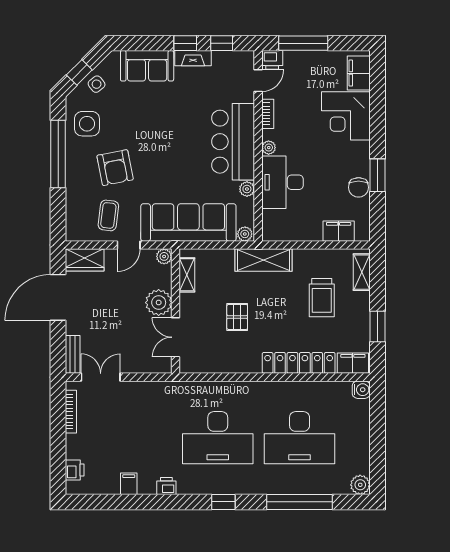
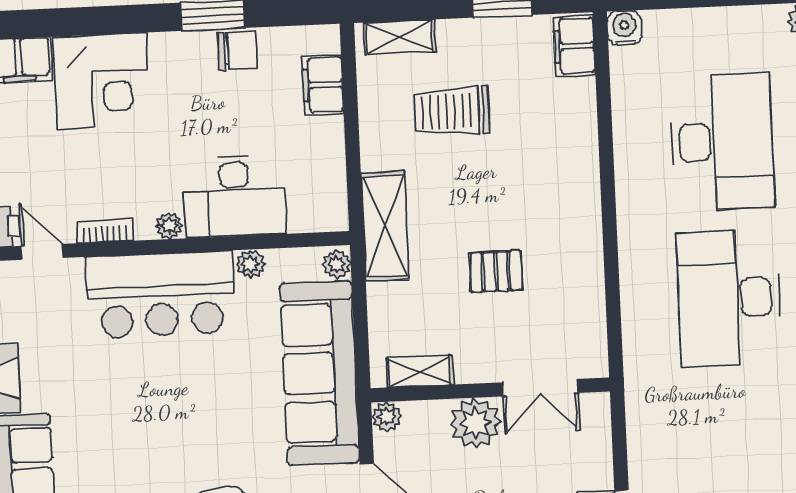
trolley: (322, 298) -> (452, 111), turned 180
locker: (299, 363) -> (579, 150), removed
desk: (218, 438) -> (729, 298), turned 180

